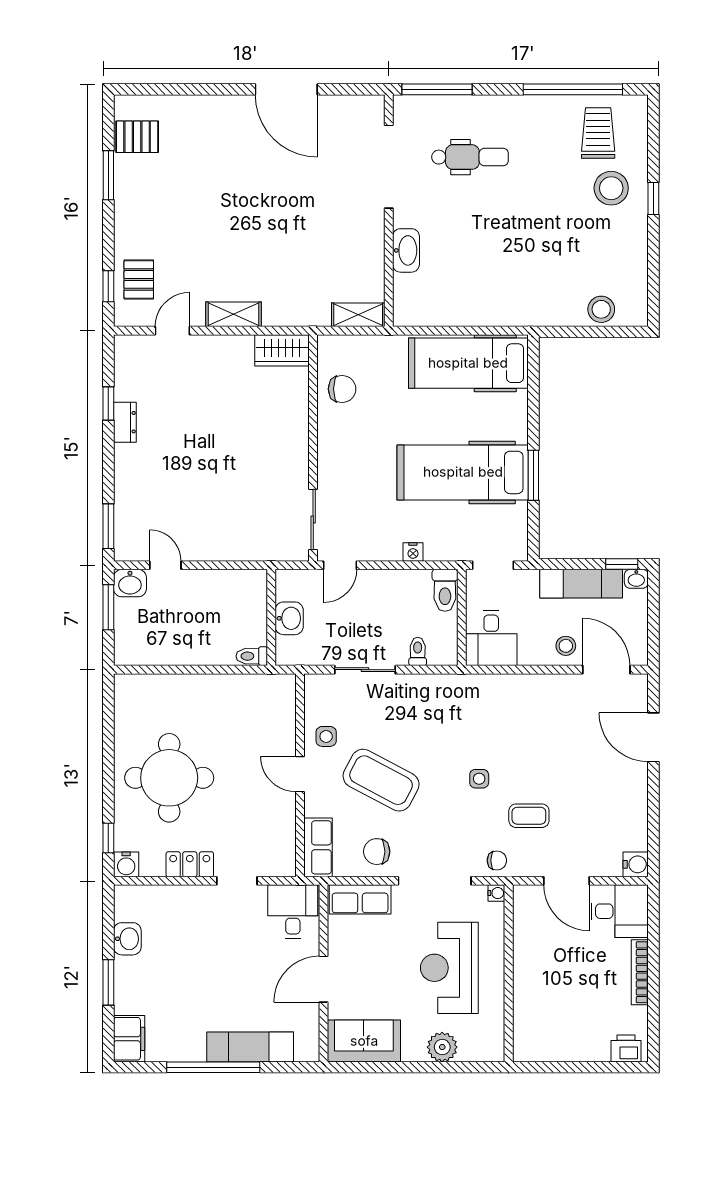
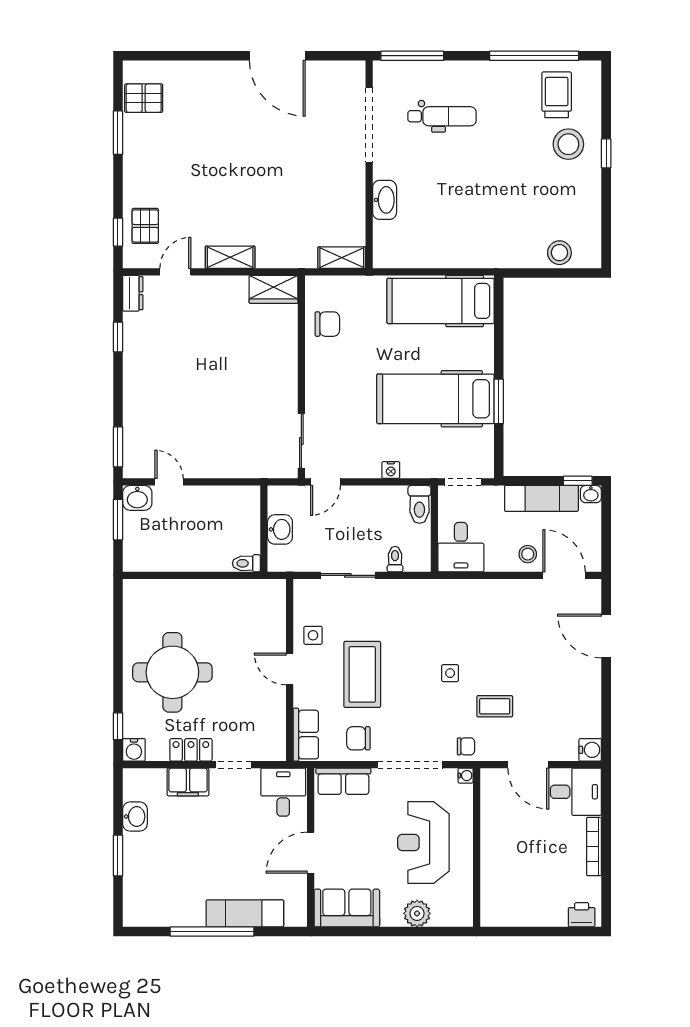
dresser: (125, 422) -> (133, 293), moved
coffee table: (381, 780) -> (362, 674), turned 62
filing cabinet: (129, 1039) -> (188, 782), moved, turned 90

